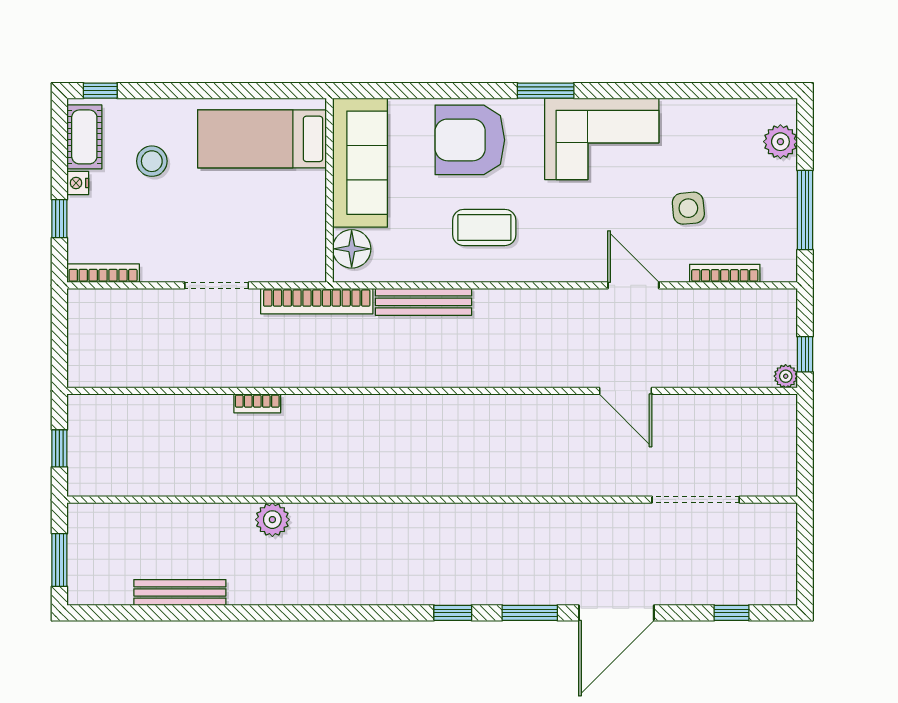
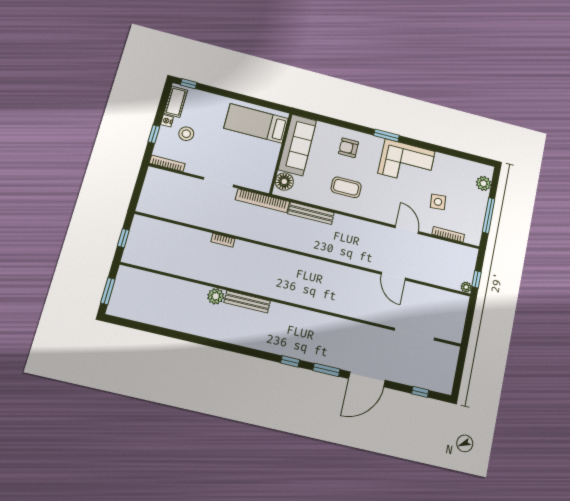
armchair: (470, 140) -> (349, 148), width x0.53, depth x0.53
stool: (152, 161) -> (186, 134), moved
bench: (180, 592) -> (247, 302), moved

